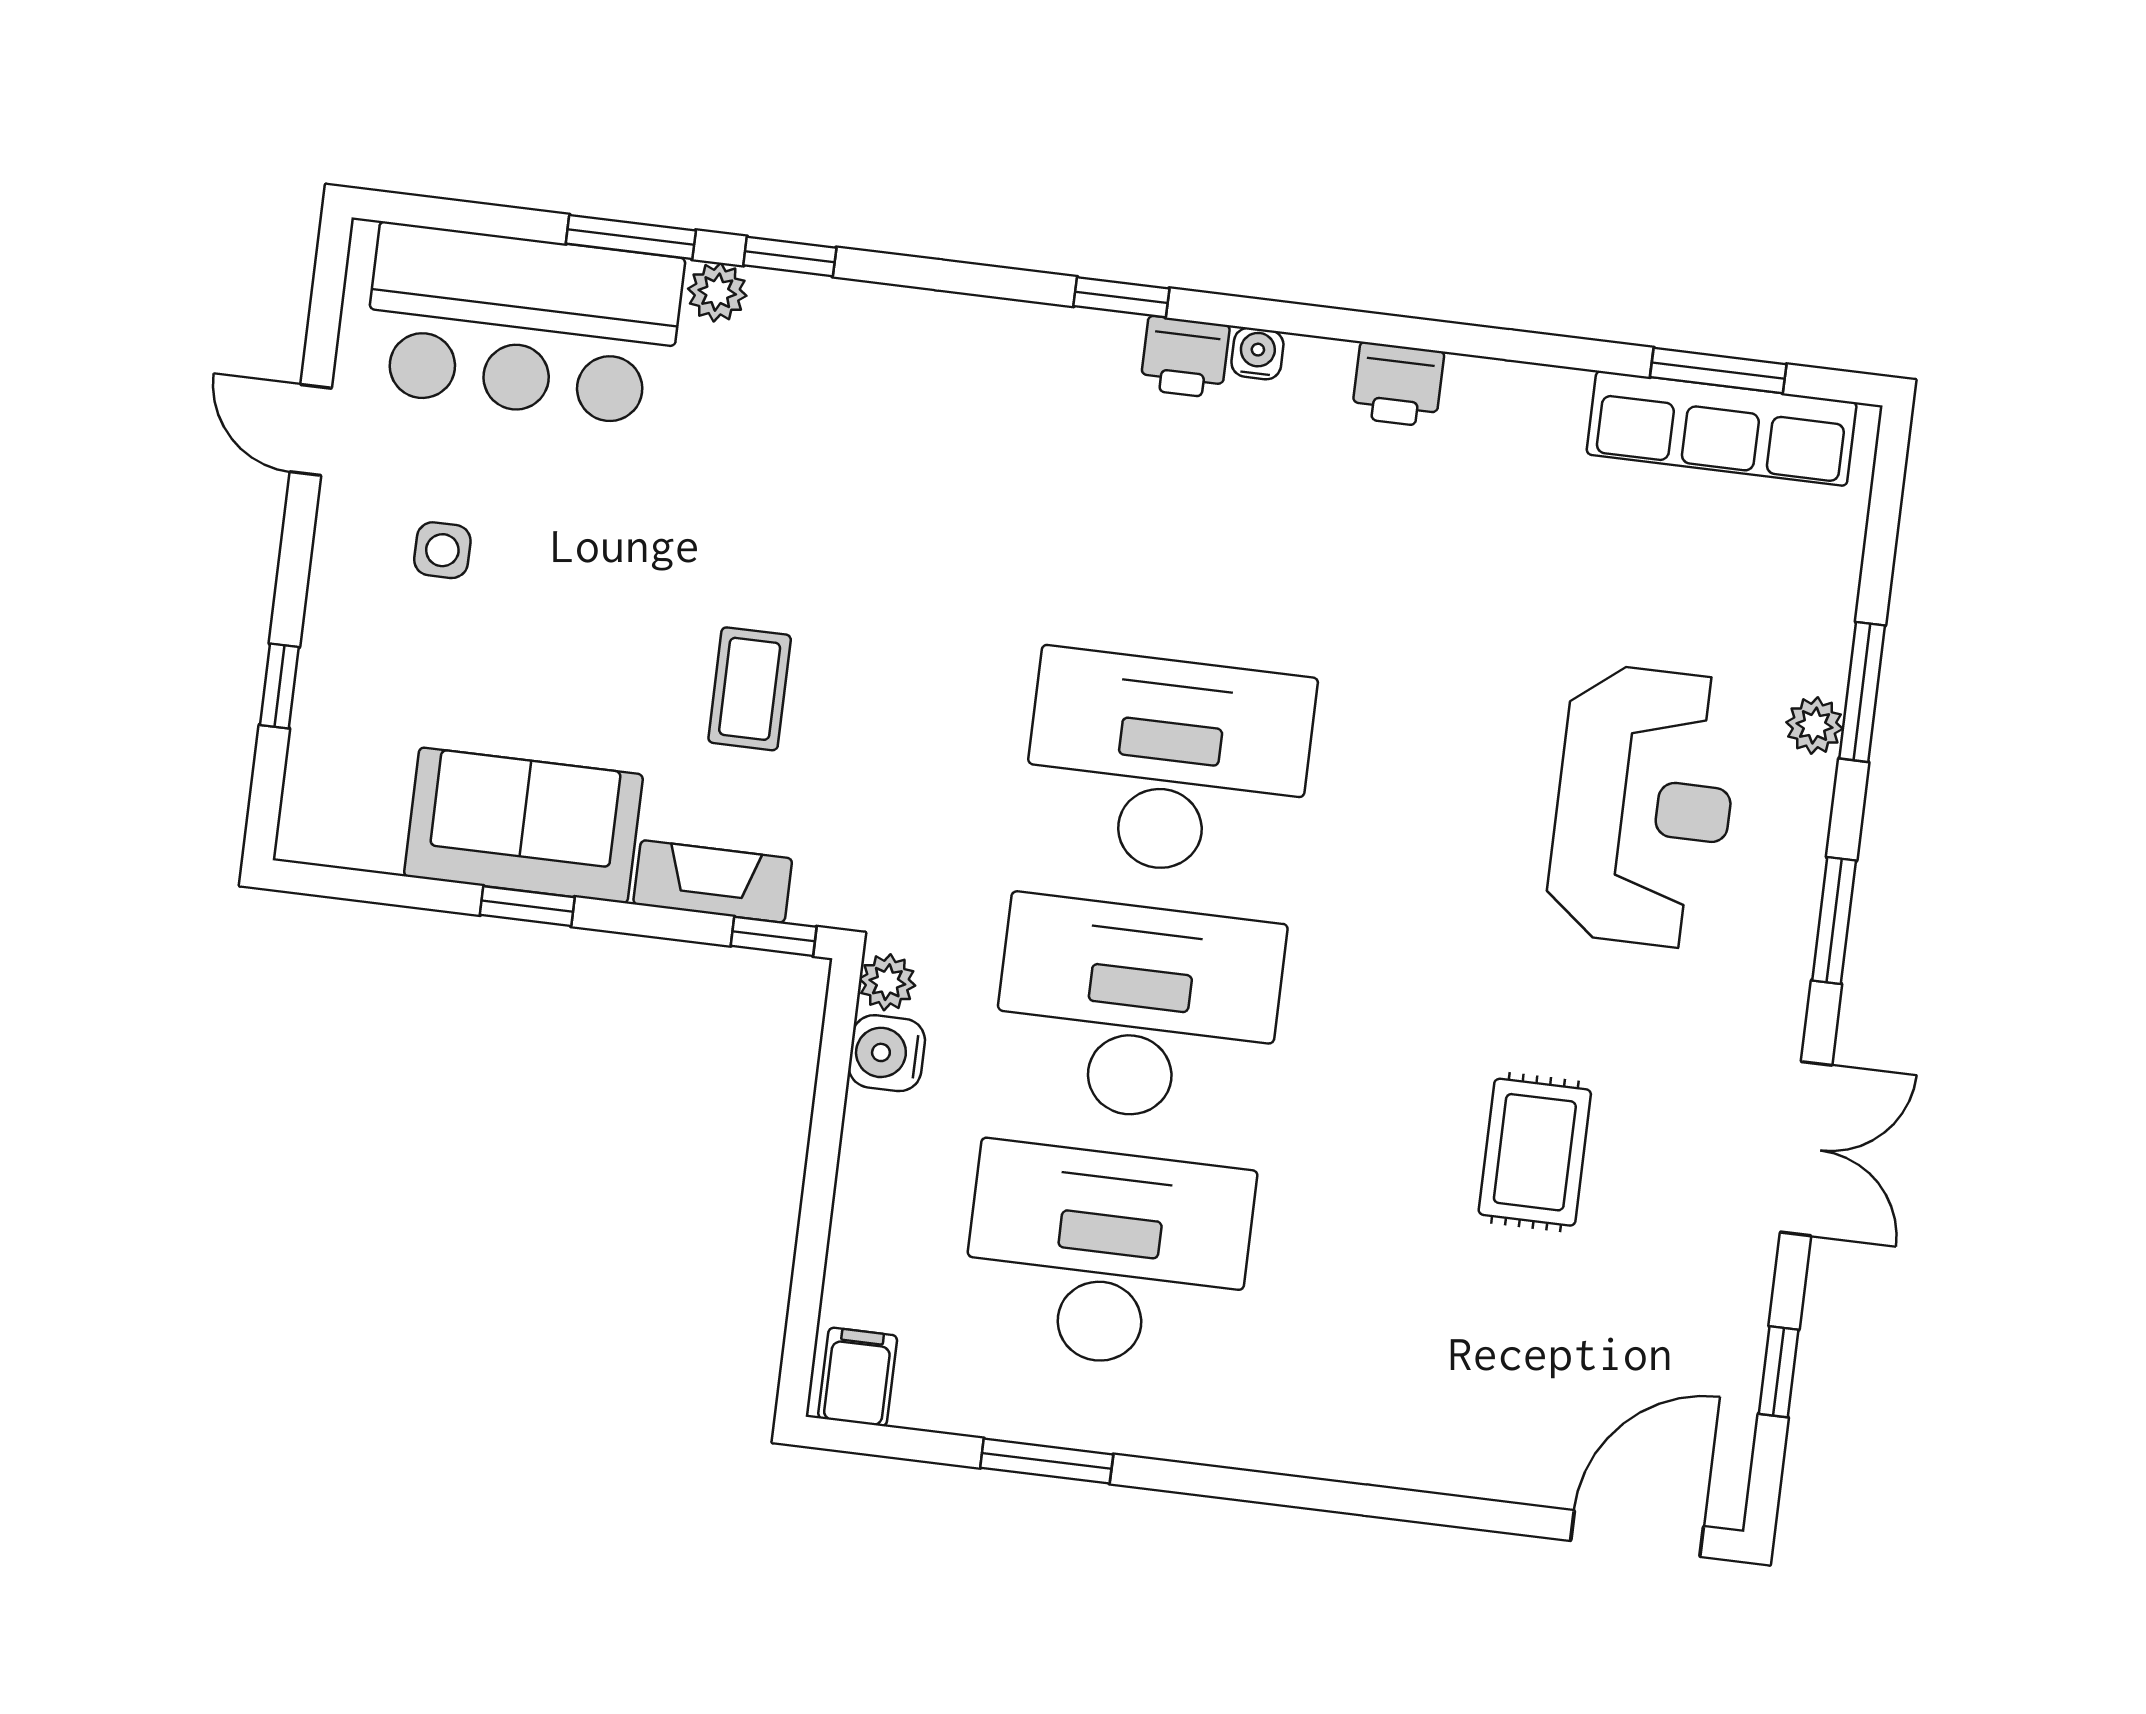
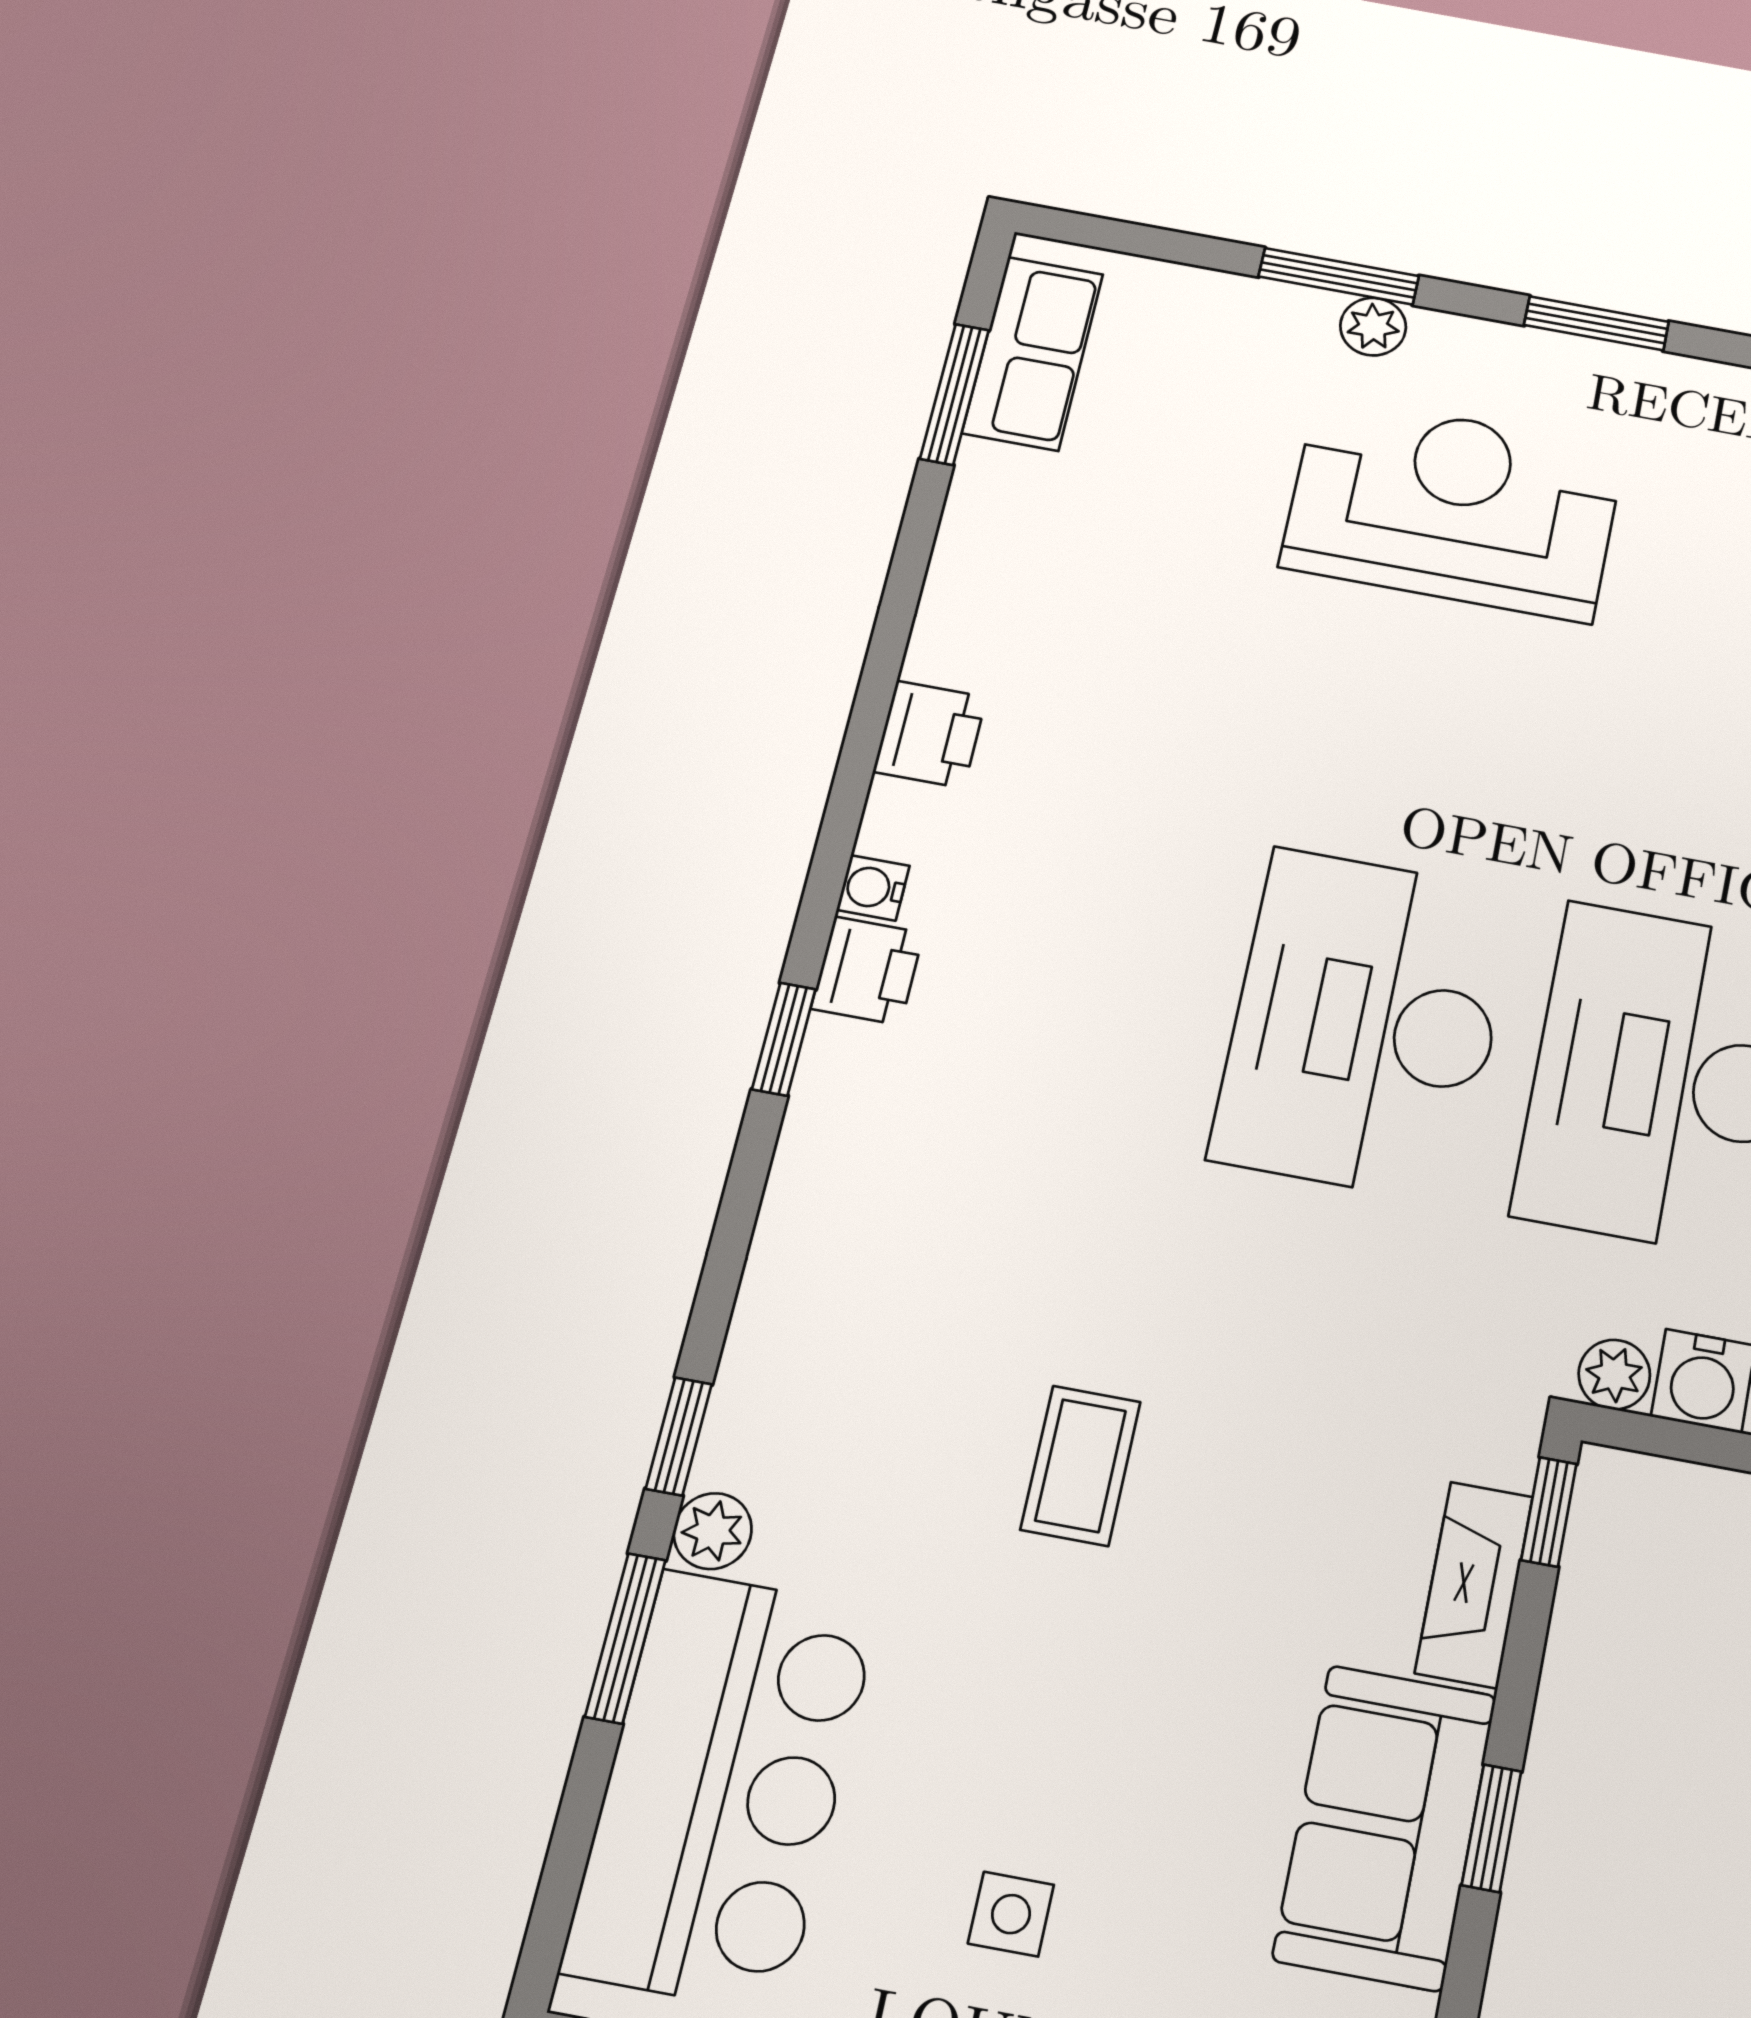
row of seats: (1722, 428) -> (1033, 353), width x0.68
coffee table: (750, 689) -> (1081, 1466), moved, turned 90

